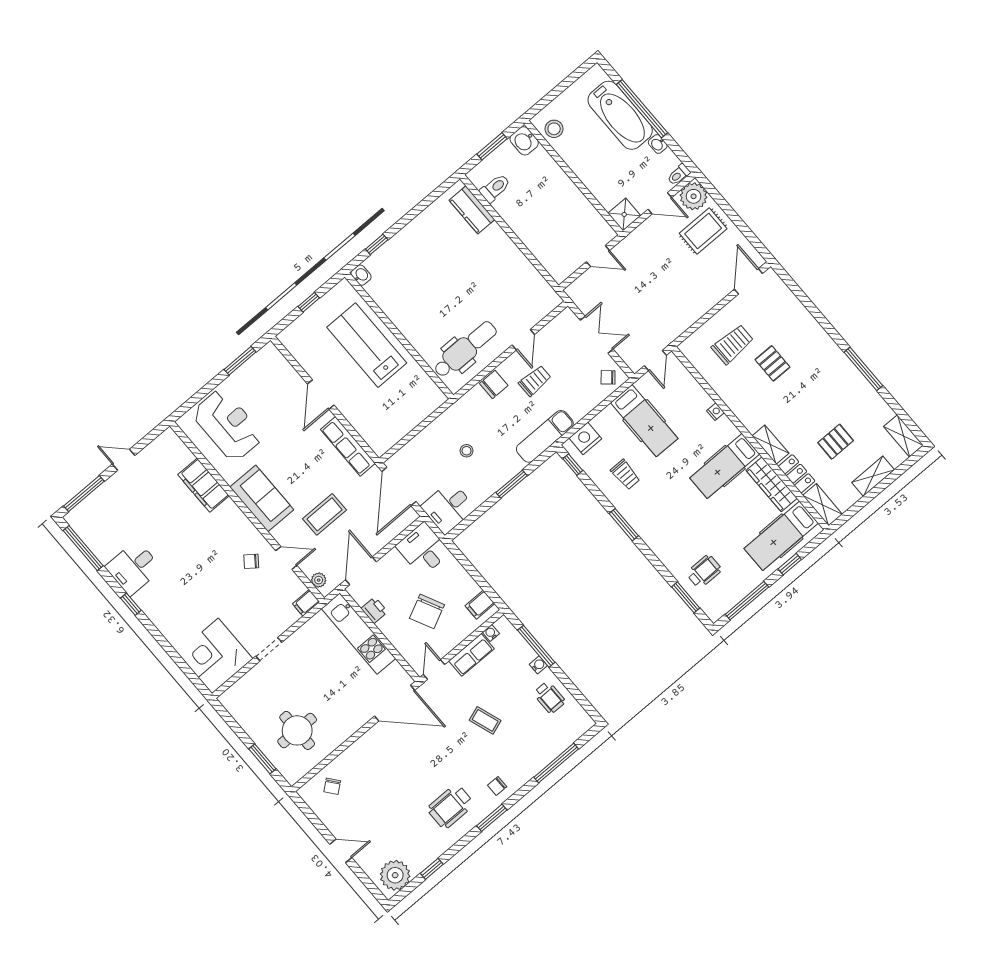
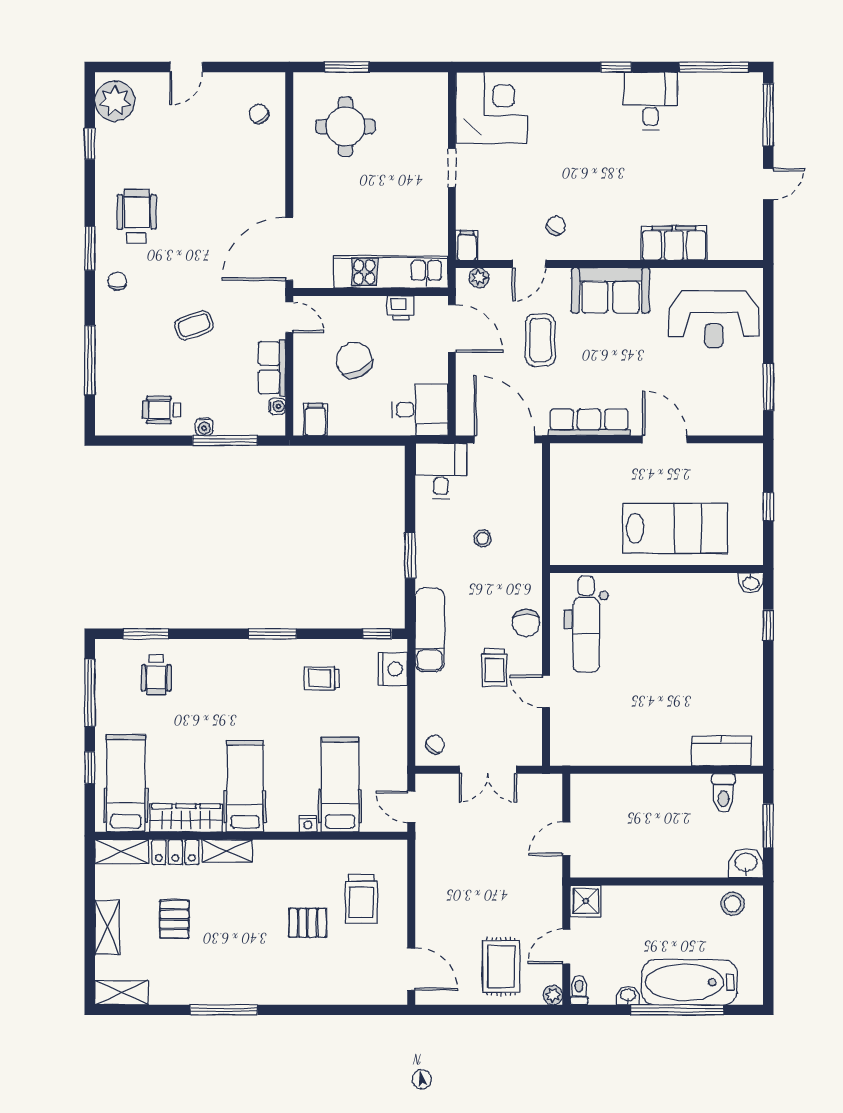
plant: (694, 196) -> (553, 995), width x0.53, depth x0.53
hospital bed: (644, 421) -> (340, 785), moved, turned 90

